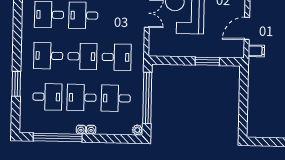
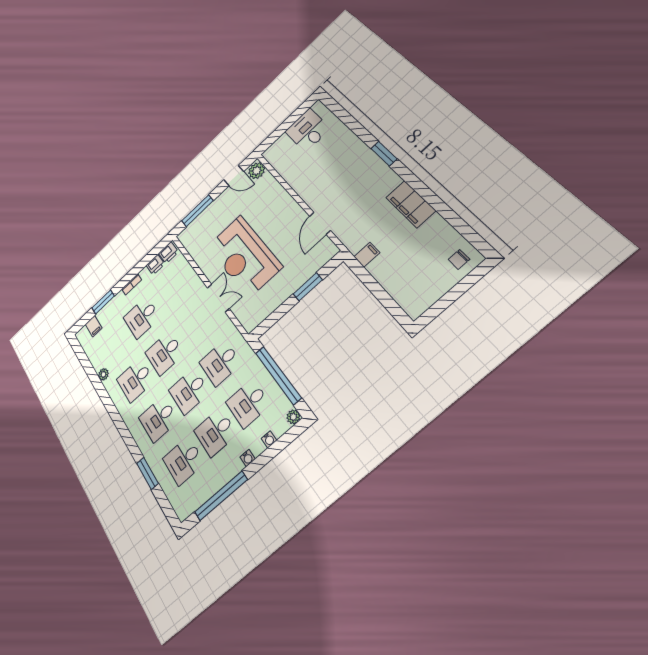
filing cabinet: (256, 51) -> (367, 255), moved
desk: (82, 56) -> (189, 391), turned 180
desk: (117, 57) -> (220, 363), turned 180
desk: (47, 97) -> (184, 461), turned 180
water cooler: (81, 130) -> (269, 439), moved

